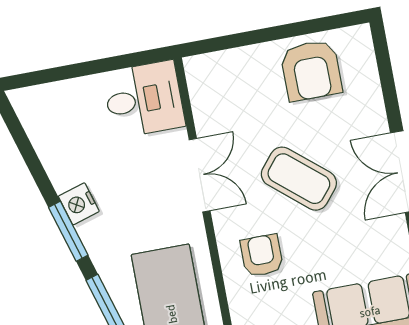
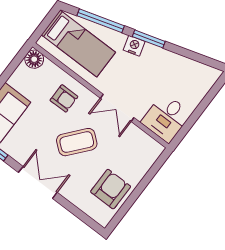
armchair: (311, 70) -> (111, 189), turned 90
nightstand: (79, 204) -> (134, 46), moved

